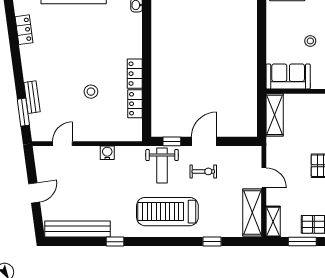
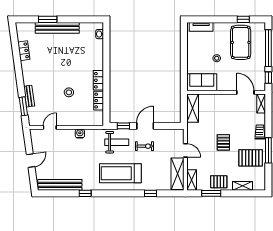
weight bench: (162, 166) -> (117, 142), turned -90

